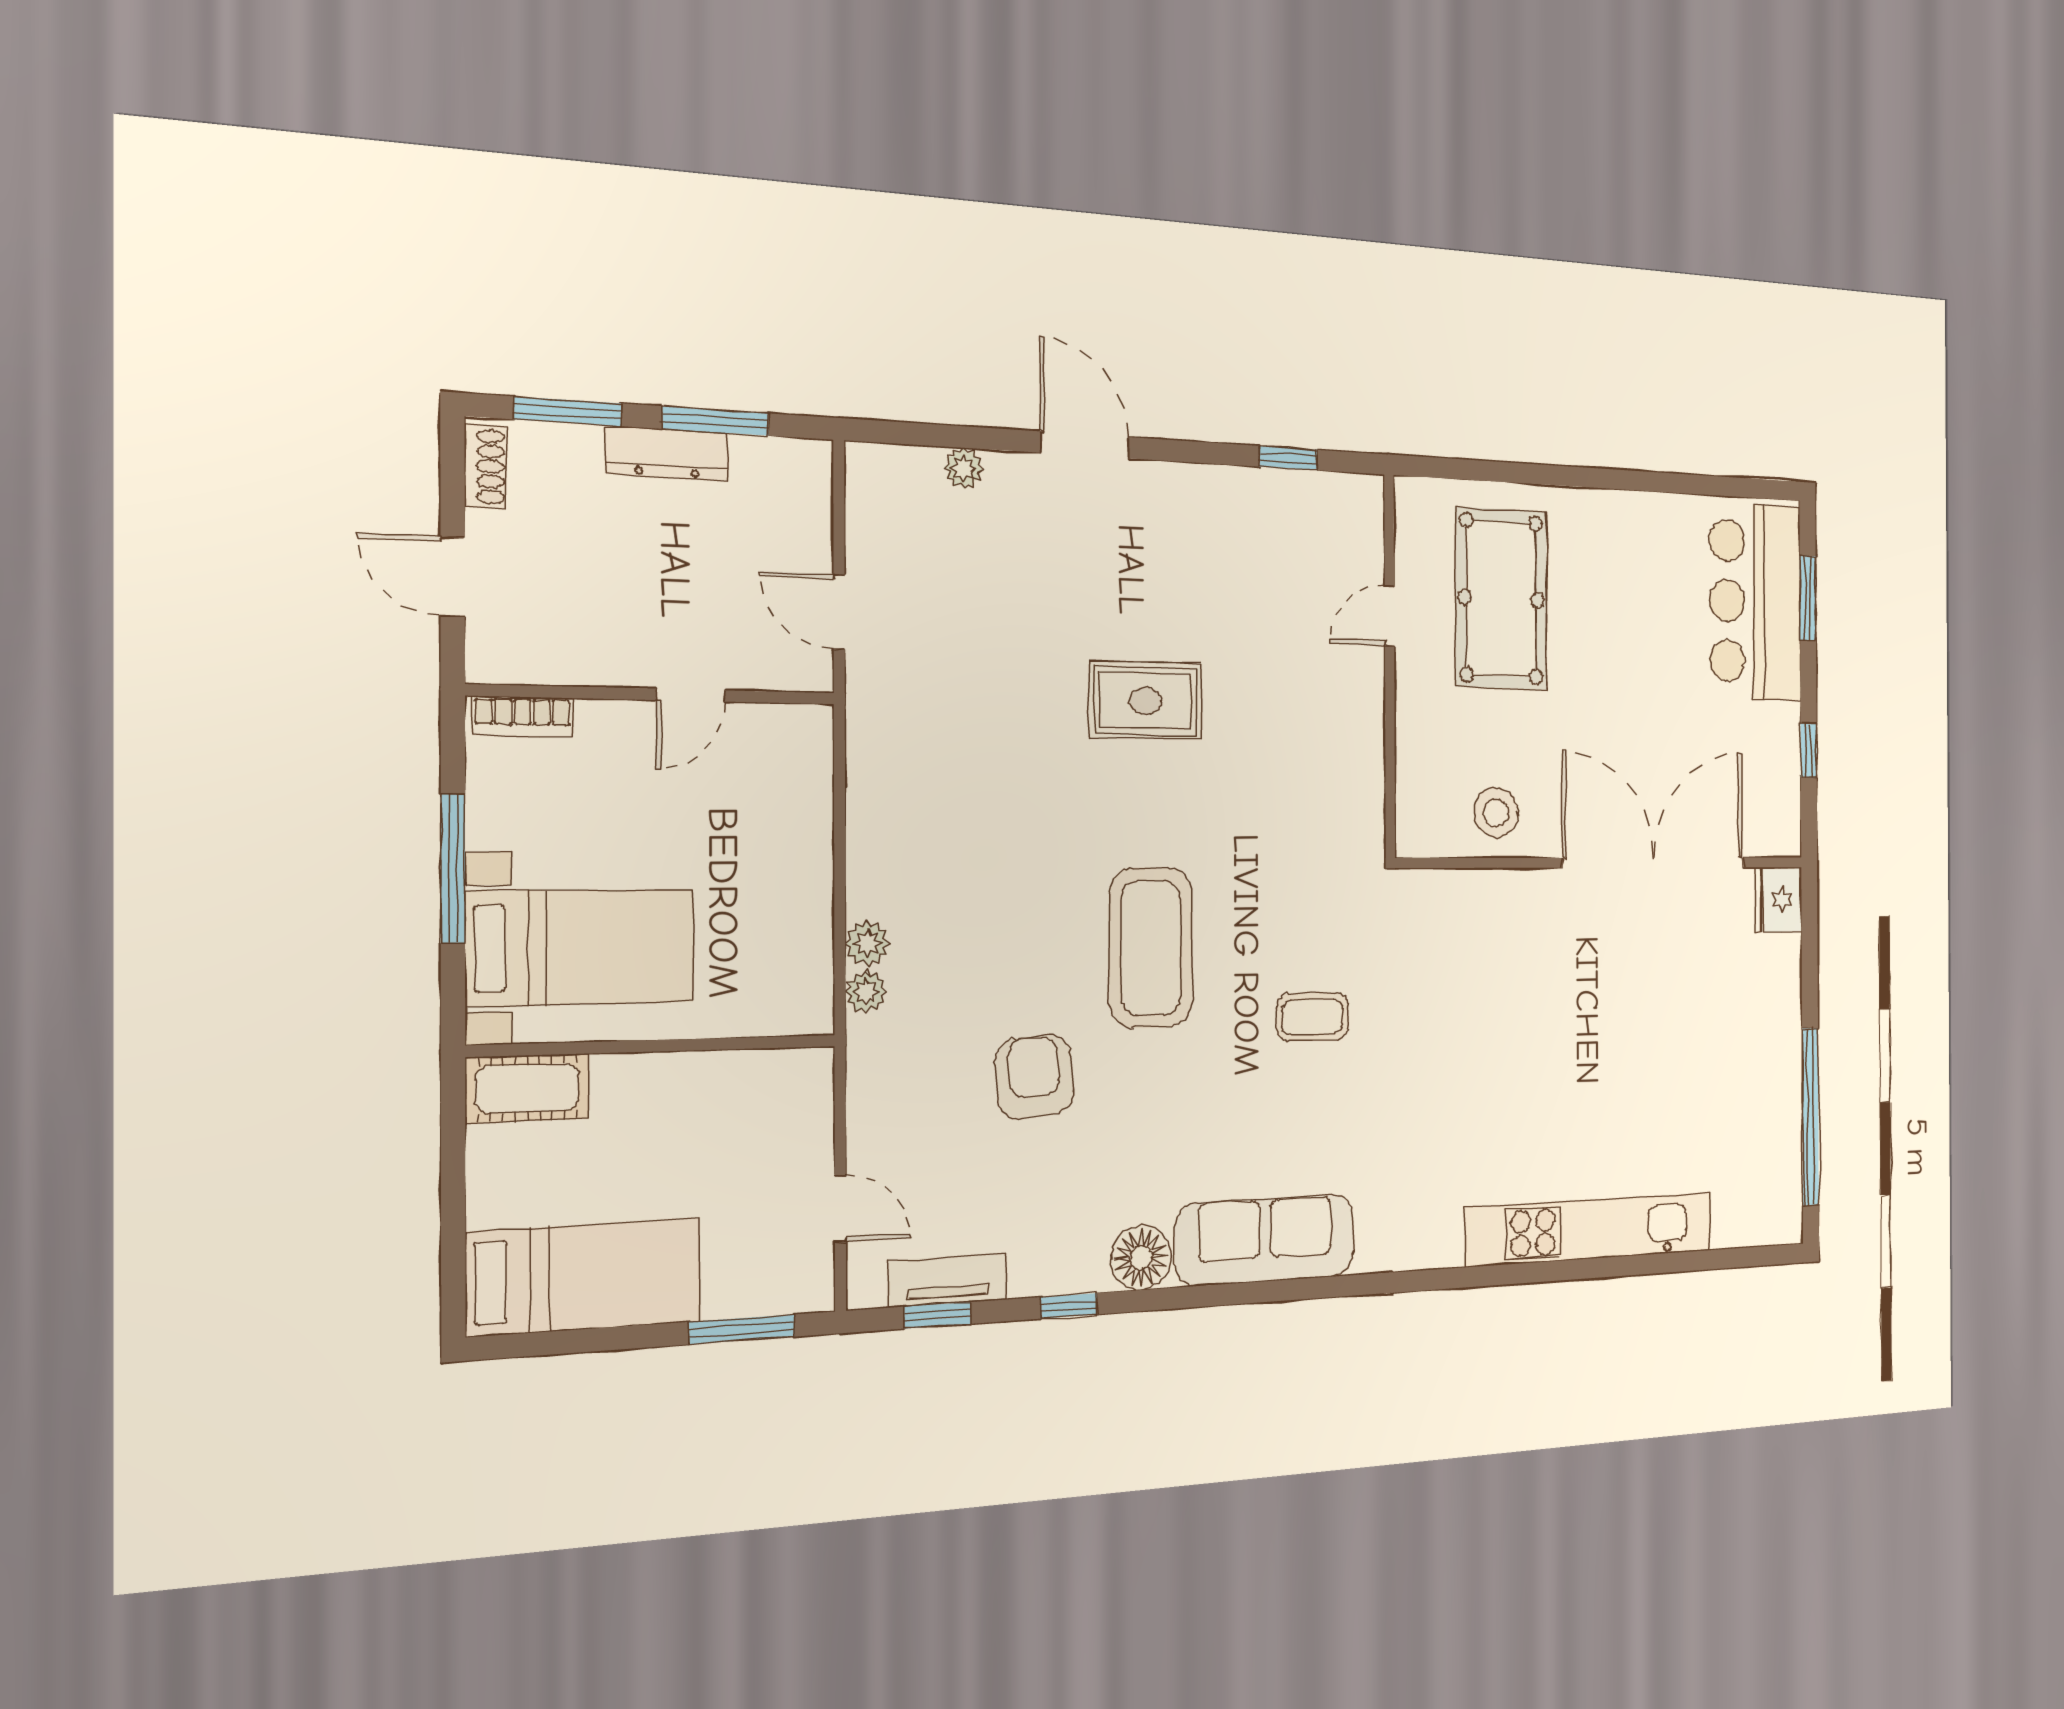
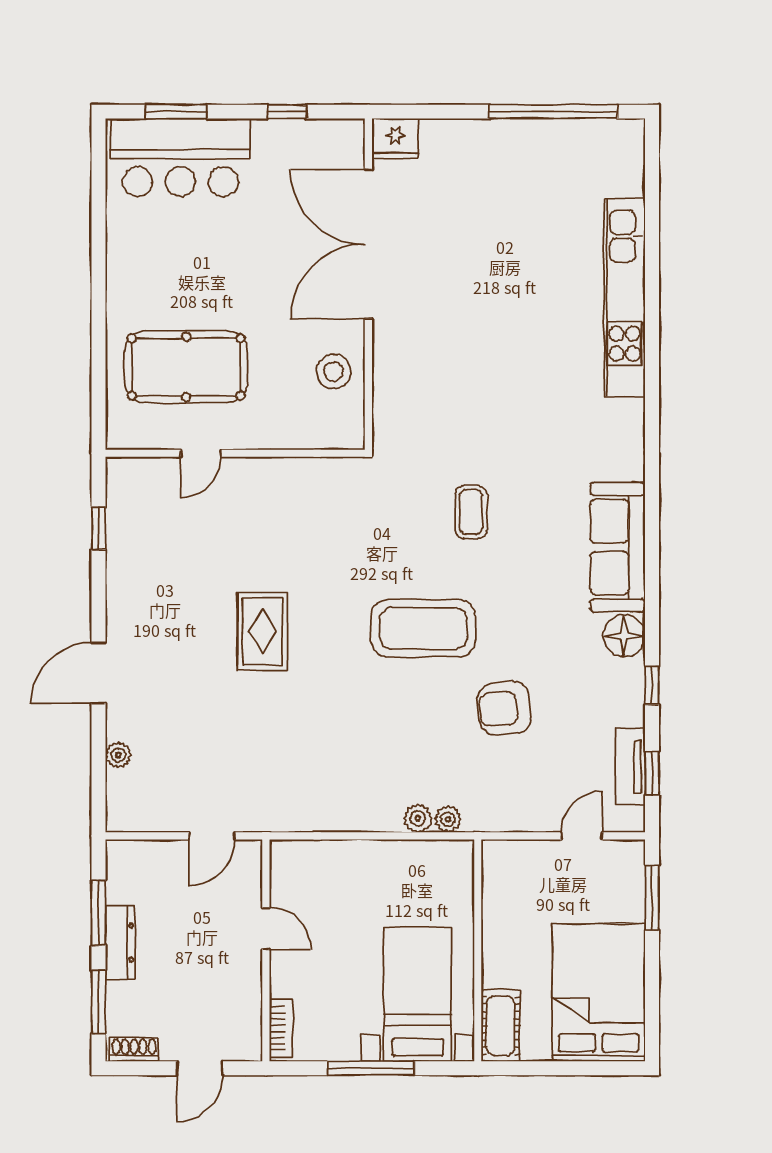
door: (1390, 616) -> (201, 453), hinge flipped
bed: (584, 1277) -> (599, 993), width x1.50

